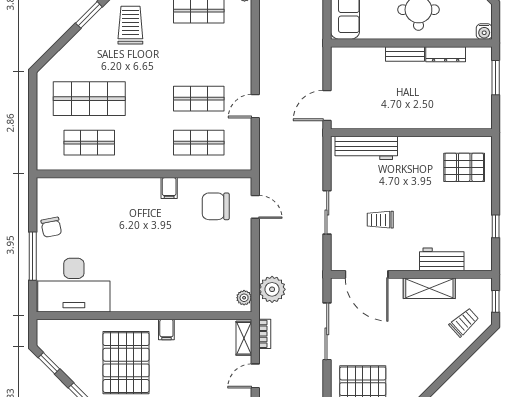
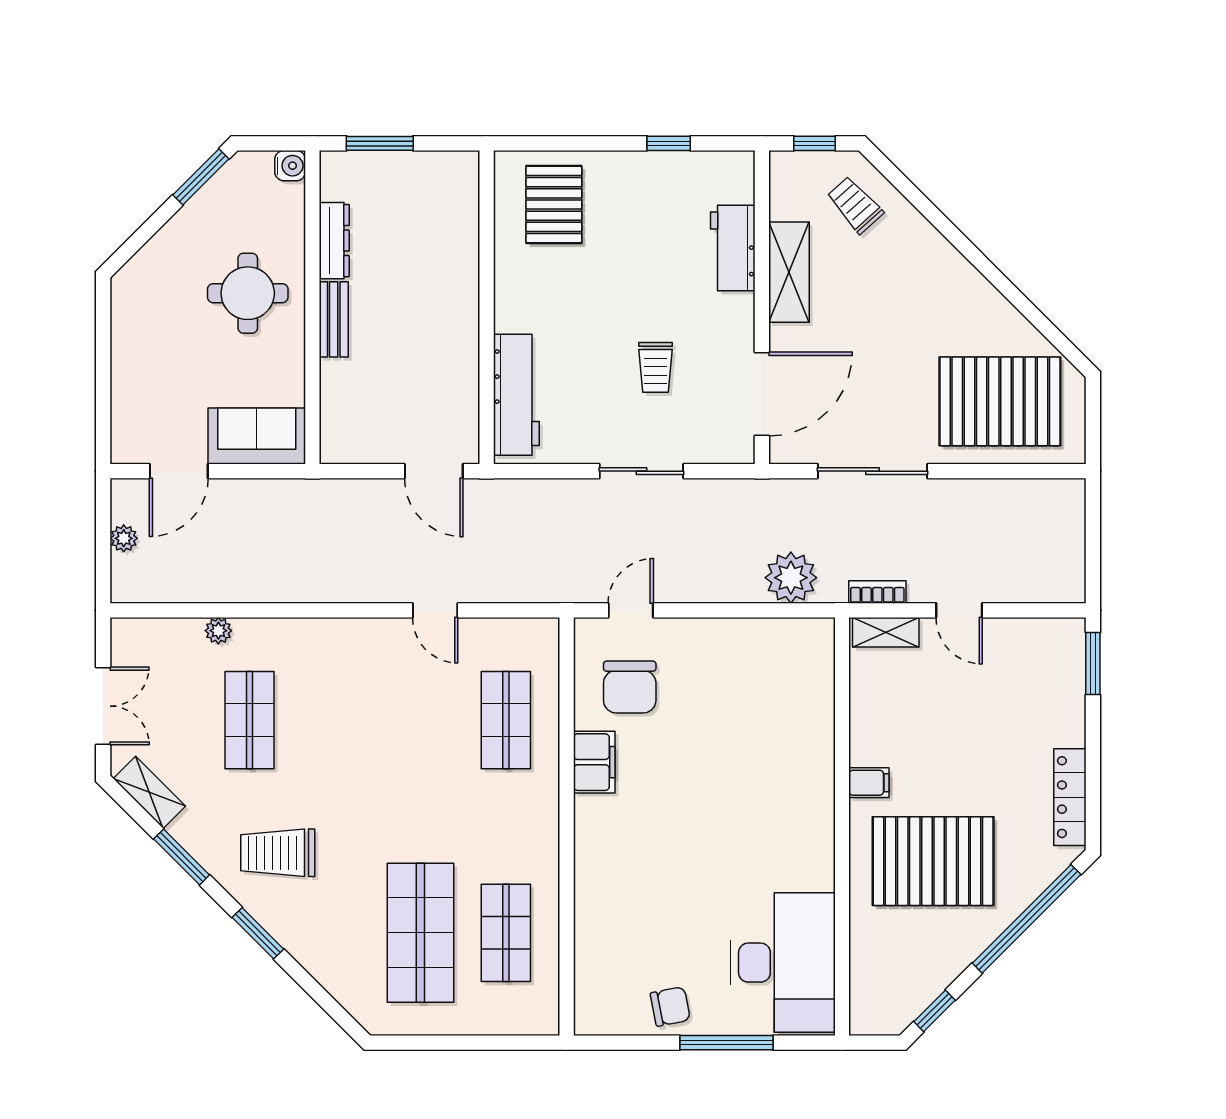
shop shelf: (199, 99) -> (420, 720), removed
filing cabinet: (169, 188) -> (594, 762), width x2.00
plant: (244, 298) -> (807, 632), removed

